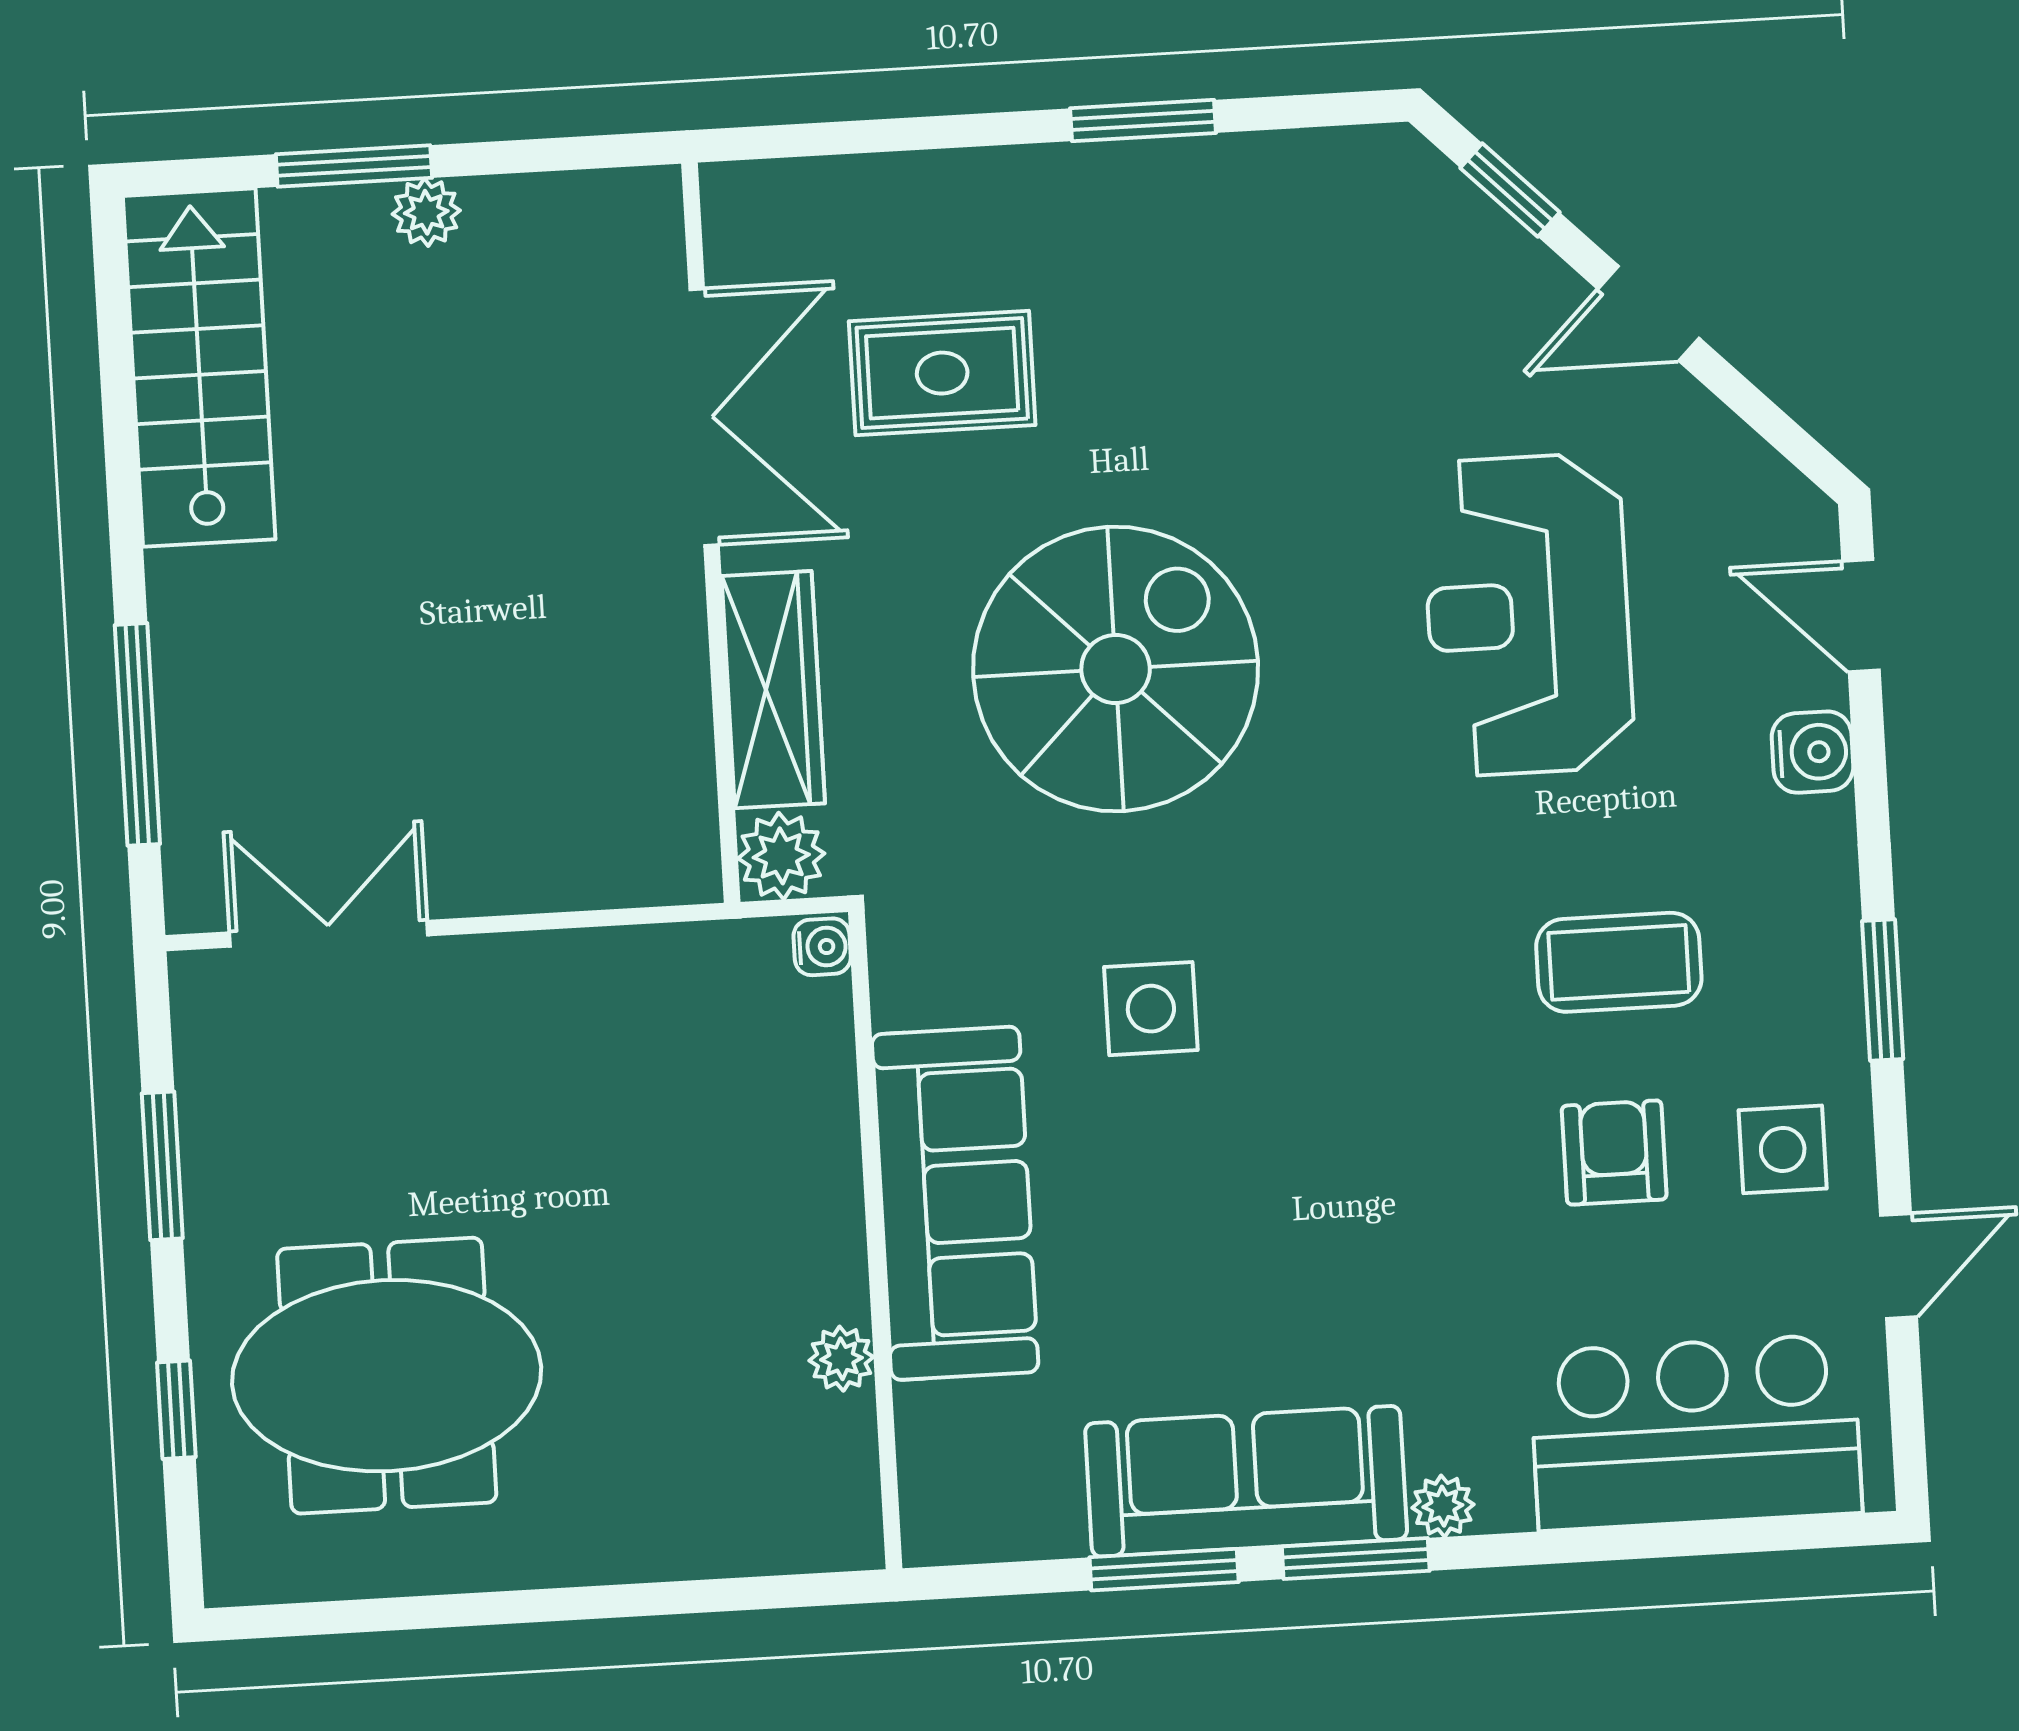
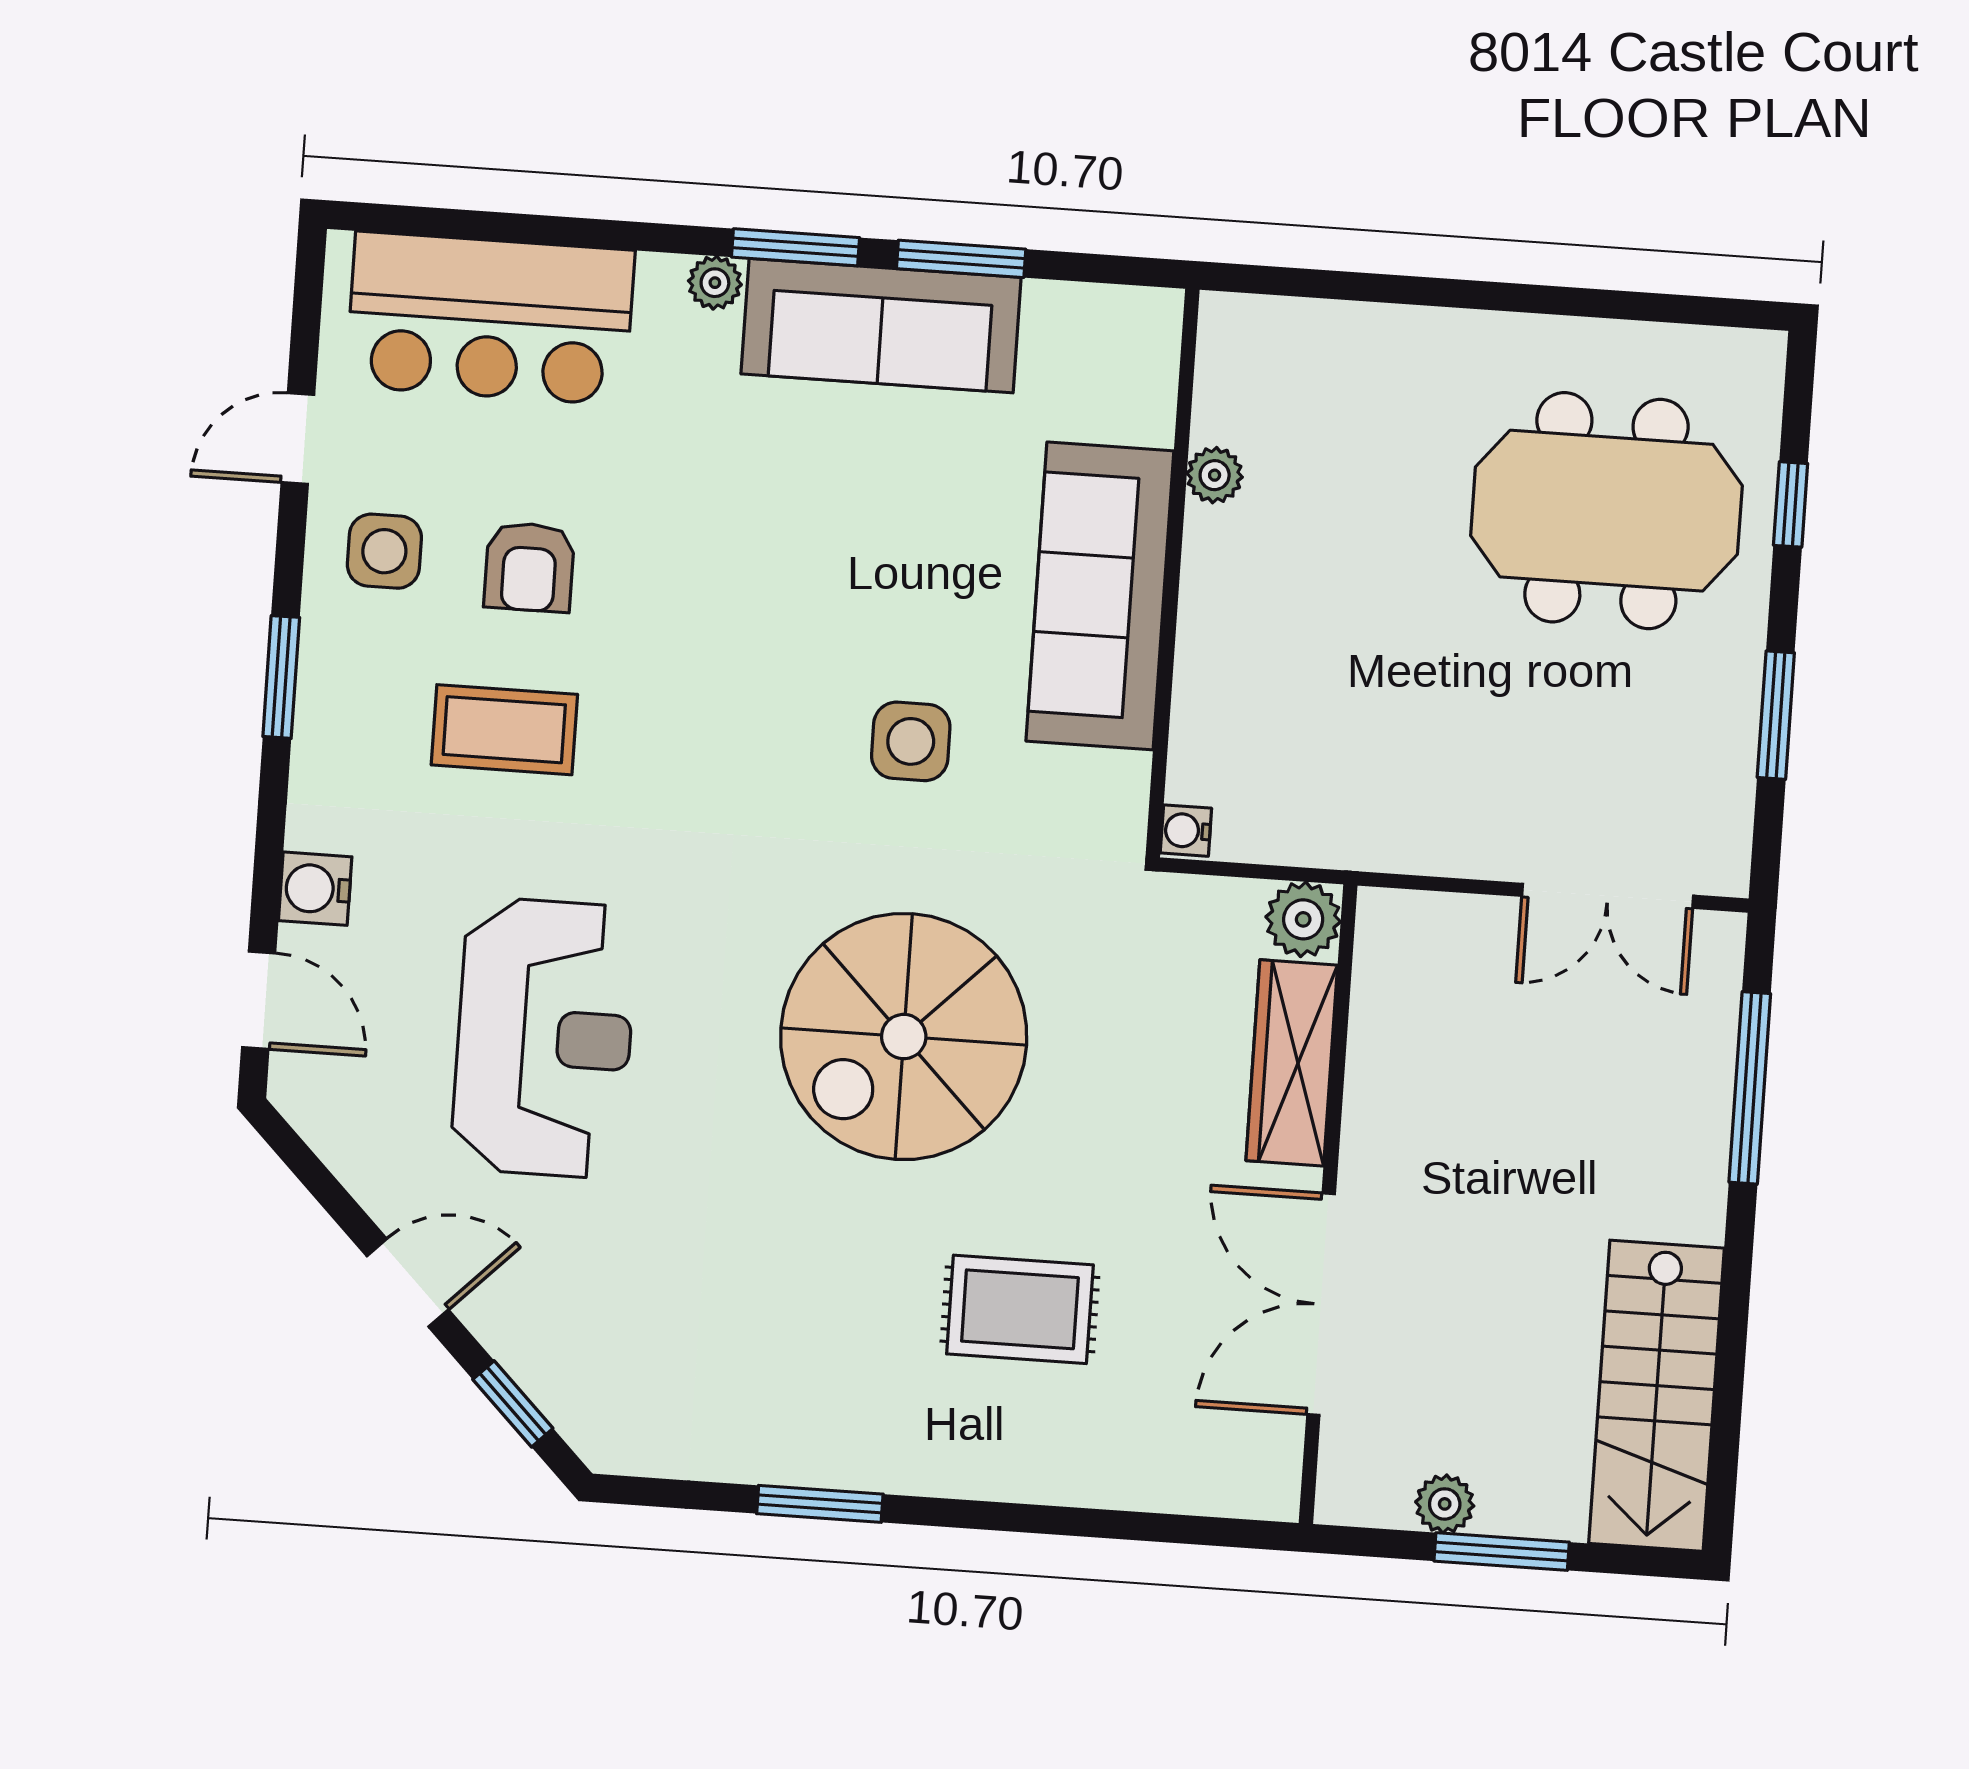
double door: (704, 417) -> (1321, 1304), moved
wall: (711, 533) -> (1328, 1204), moved
wardrobe: (773, 690) -> (1292, 1063), moved
plant: (781, 856) -> (1303, 919), moved

